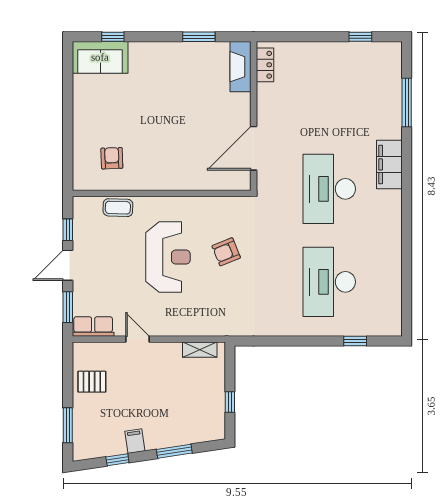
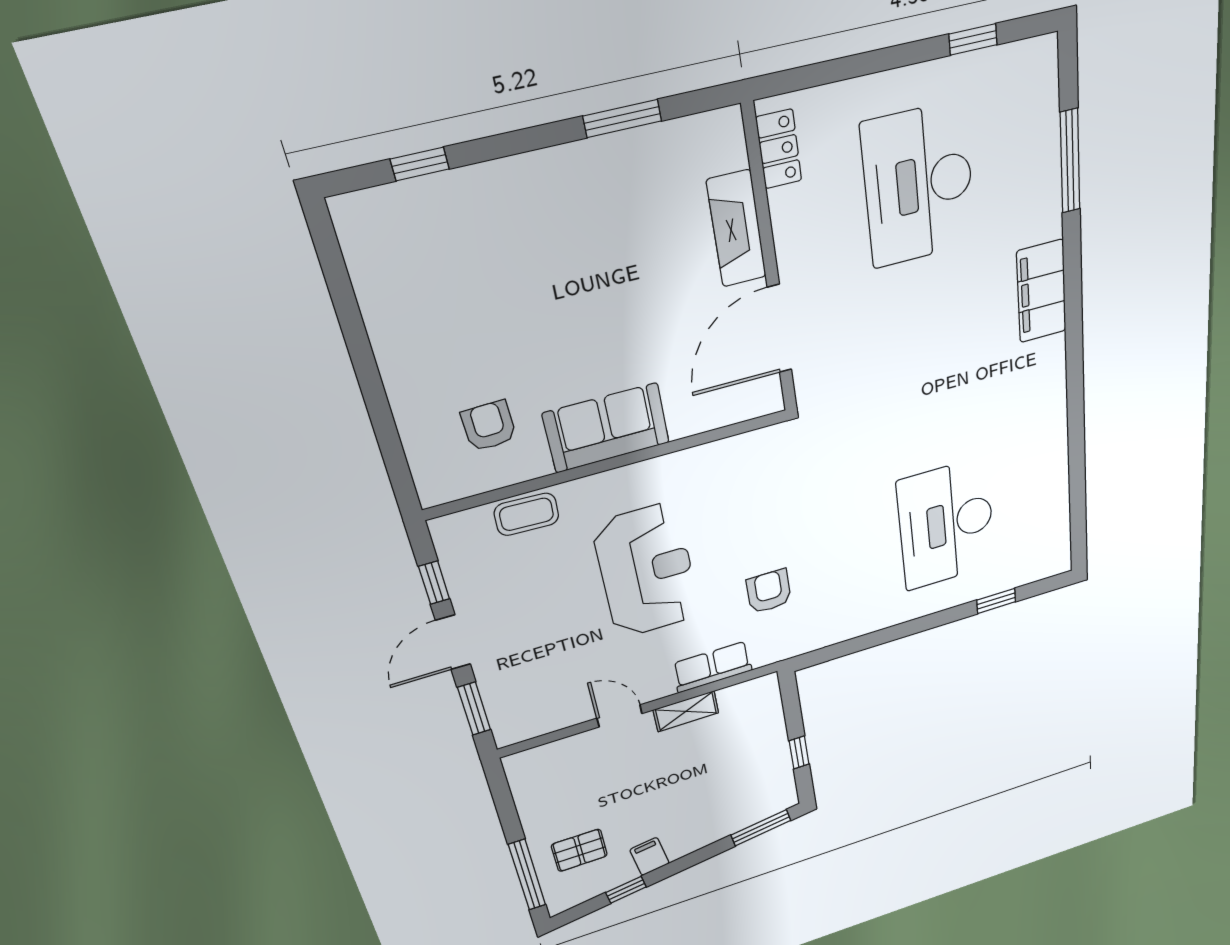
sofa: (100, 57) -> (606, 428), moved, turned 180
fireplace: (240, 67) -> (737, 229), moved
desk: (329, 189) -> (919, 185), moved
armchair: (226, 252) -> (769, 591), moved, turned 112
row of seats: (93, 327) -> (712, 667), moved
shelving: (200, 350) -> (686, 711), moved
pallet: (92, 382) -> (579, 850), moved
window: (68, 425) -> (527, 875), width x1.44
window: (174, 451) -> (761, 828), moved

